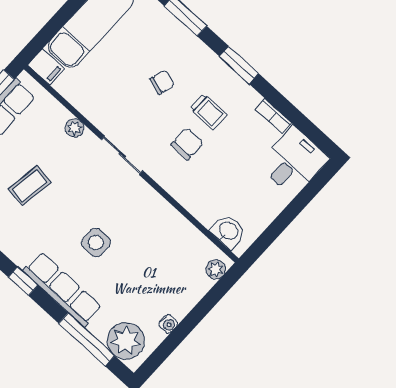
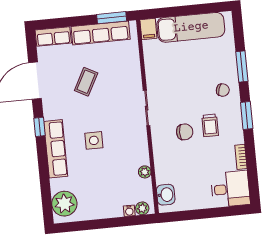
chair: (162, 82) -> (223, 90), moved
plant: (75, 128) -> (145, 172), moved
coffee table: (30, 186) -> (86, 82), turned -71
water cooler: (168, 324) -> (129, 211), moved
window: (87, 339) -> (45, 185), removed

